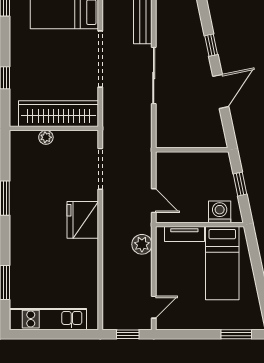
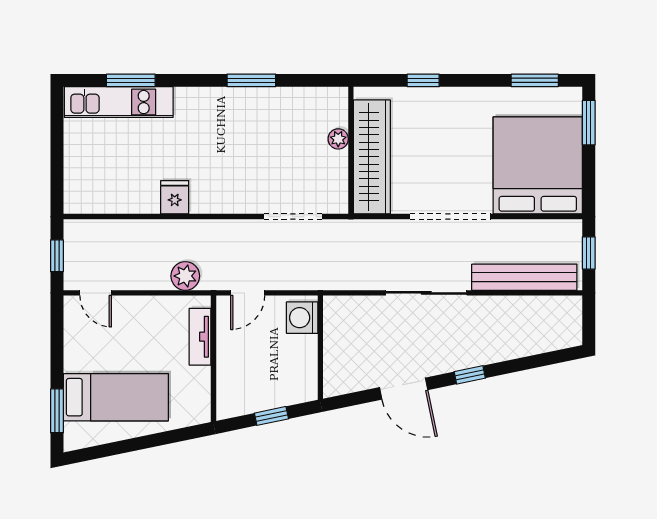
washing machine: (220, 212) -> (302, 318), moved, turned 180
fridge: (83, 220) -> (175, 197), moved, width x0.53, depth x0.75
bed: (222, 263) -> (116, 397), moved, turned 180
kitchen unit: (48, 319) -> (119, 102), moved, turned 90

